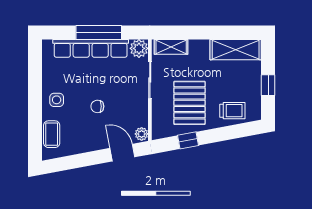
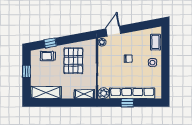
window: (99, 33) -> (127, 103), width x0.46
window: (188, 140) -> (50, 43), moved
door: (122, 153) -> (113, 31), swing flipped

